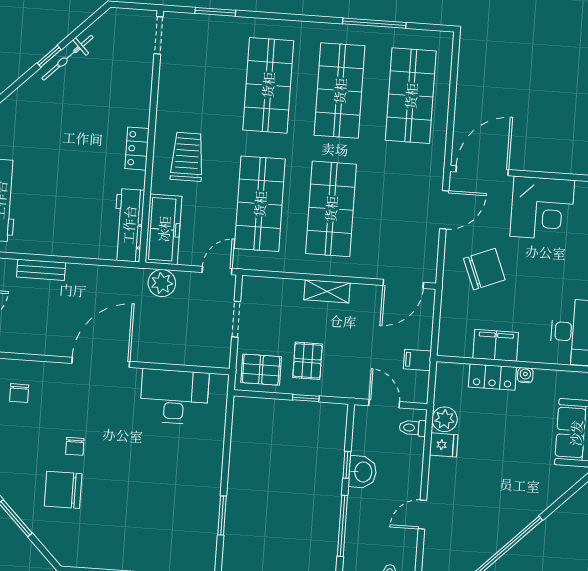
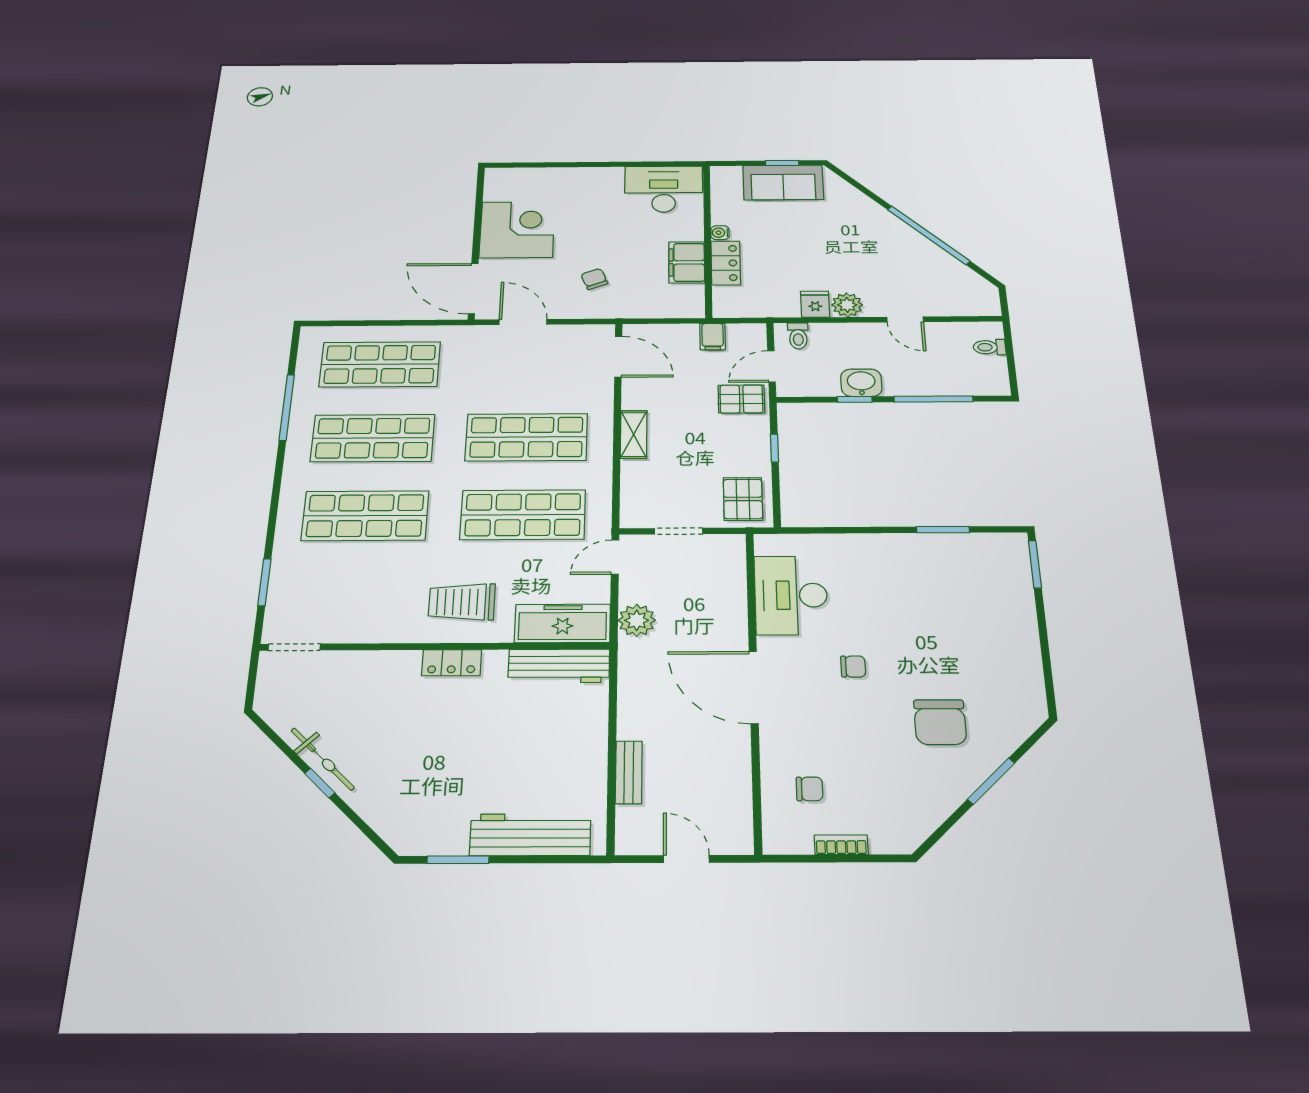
chair: (484, 269) -> (594, 279), width x0.54, depth x0.54
door: (217, 271) -> (615, 557), hinge flipped
pallet: (307, 361) -> (741, 399), moved
plant: (445, 419) -> (847, 305), moved
chair: (75, 446) -> (853, 667), moved

